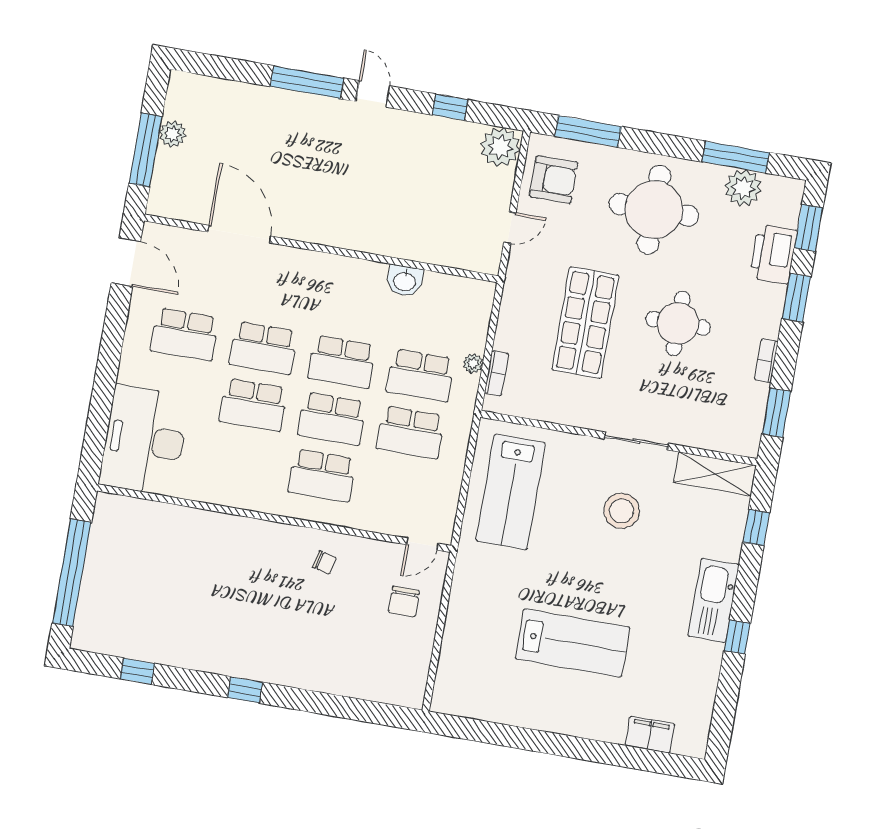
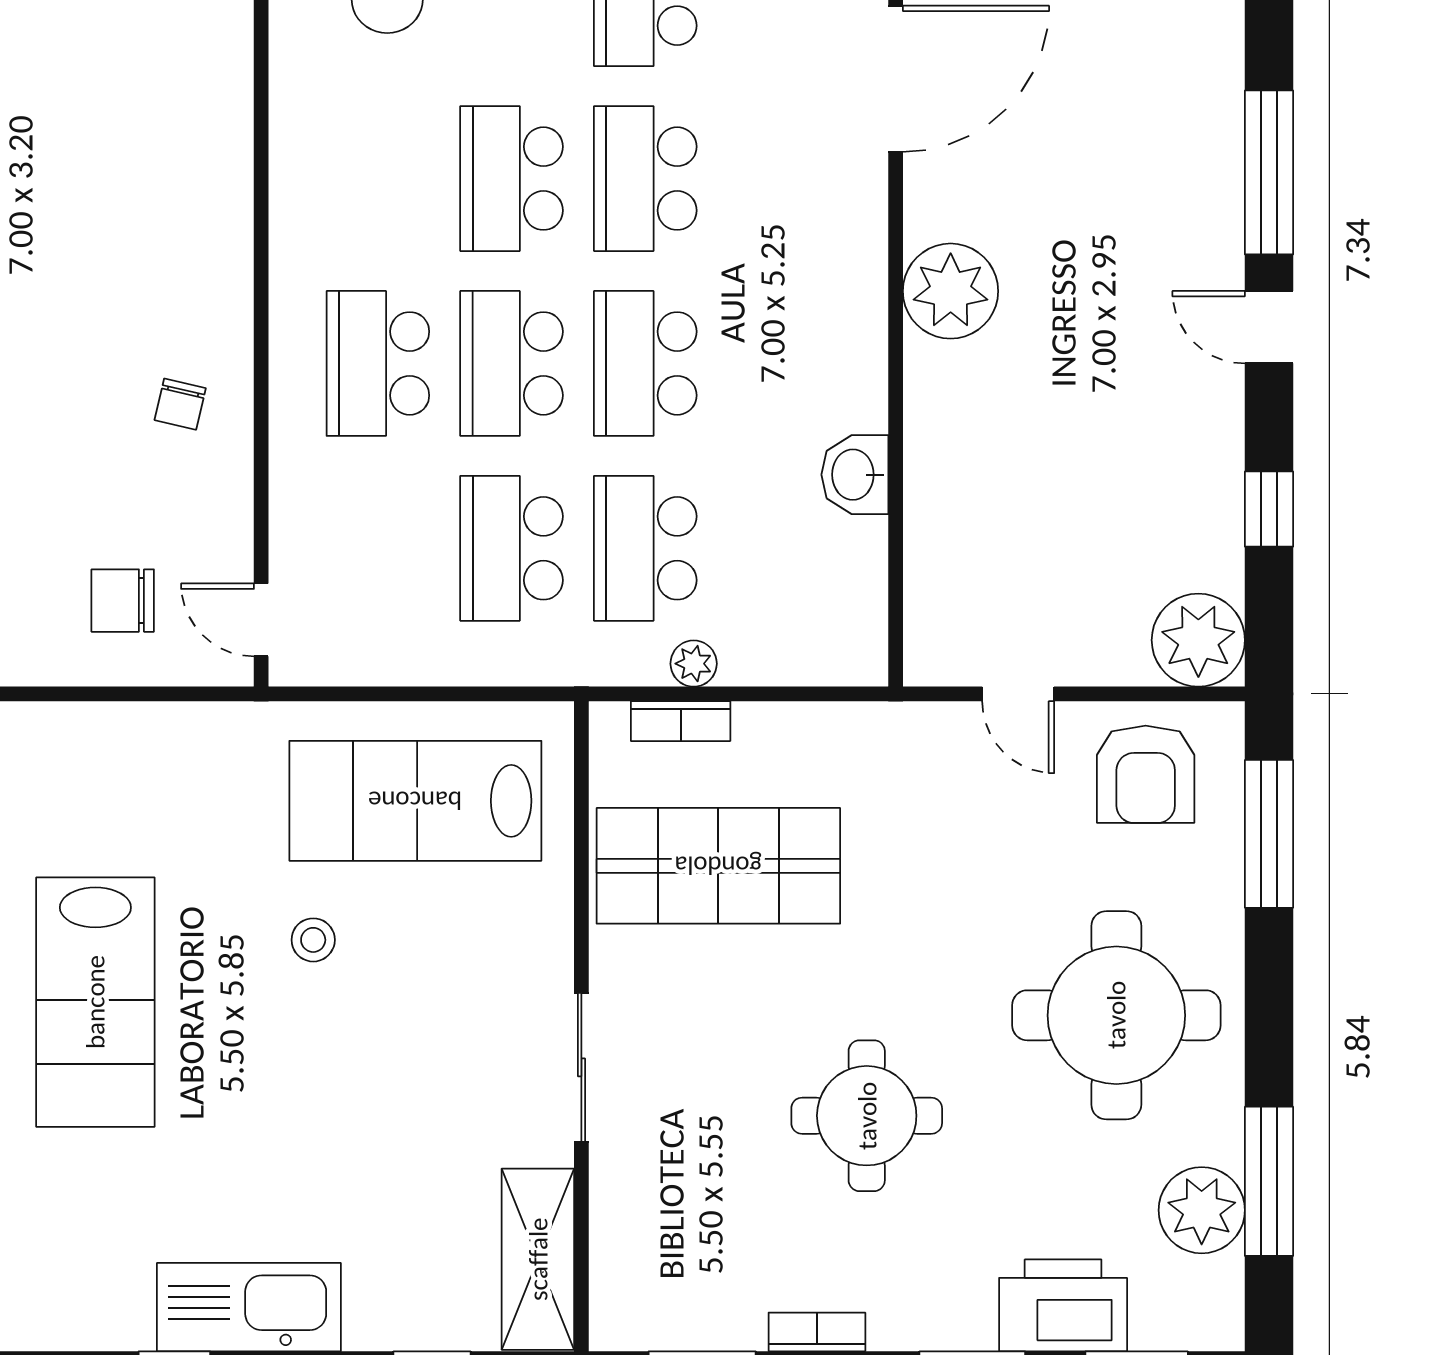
door: (373, 94) -> (1269, 327), swing flipped
plant: (334, 227) -> (951, 291), added
shop shelf: (585, 323) -> (718, 866), moved
stool: (621, 511) -> (313, 940), moved, width x0.53, depth x0.53

